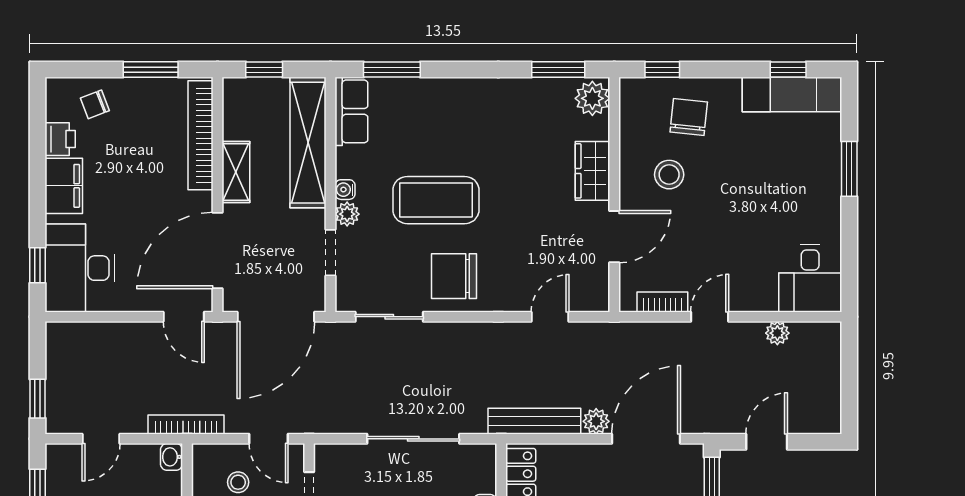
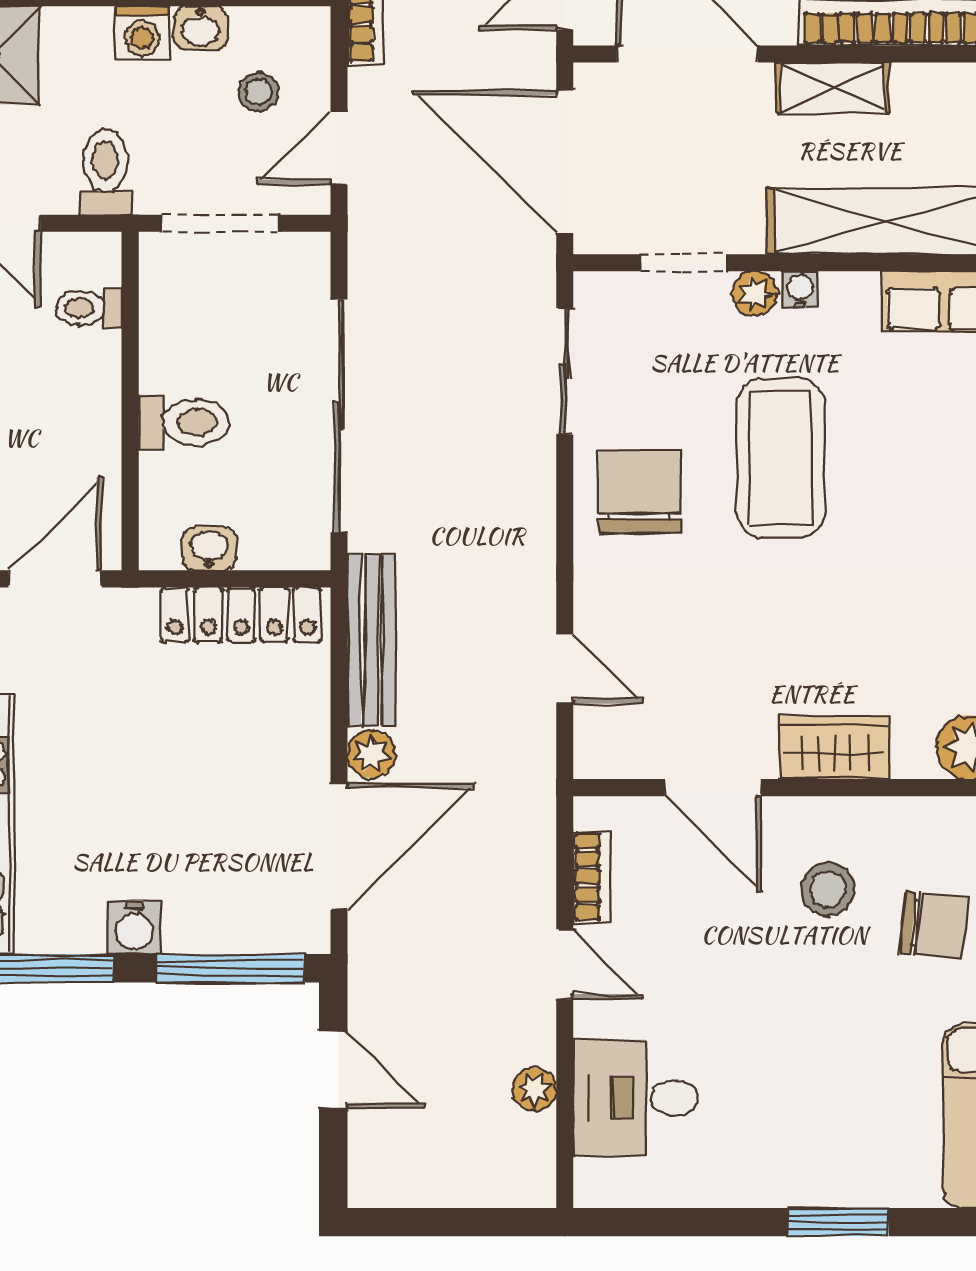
desk: (810, 278) -> (636, 1098), moved
sliding door: (413, 439) -> (339, 416), width x1.36
door: (646, 439) -> (339, 846), hinge flipped

